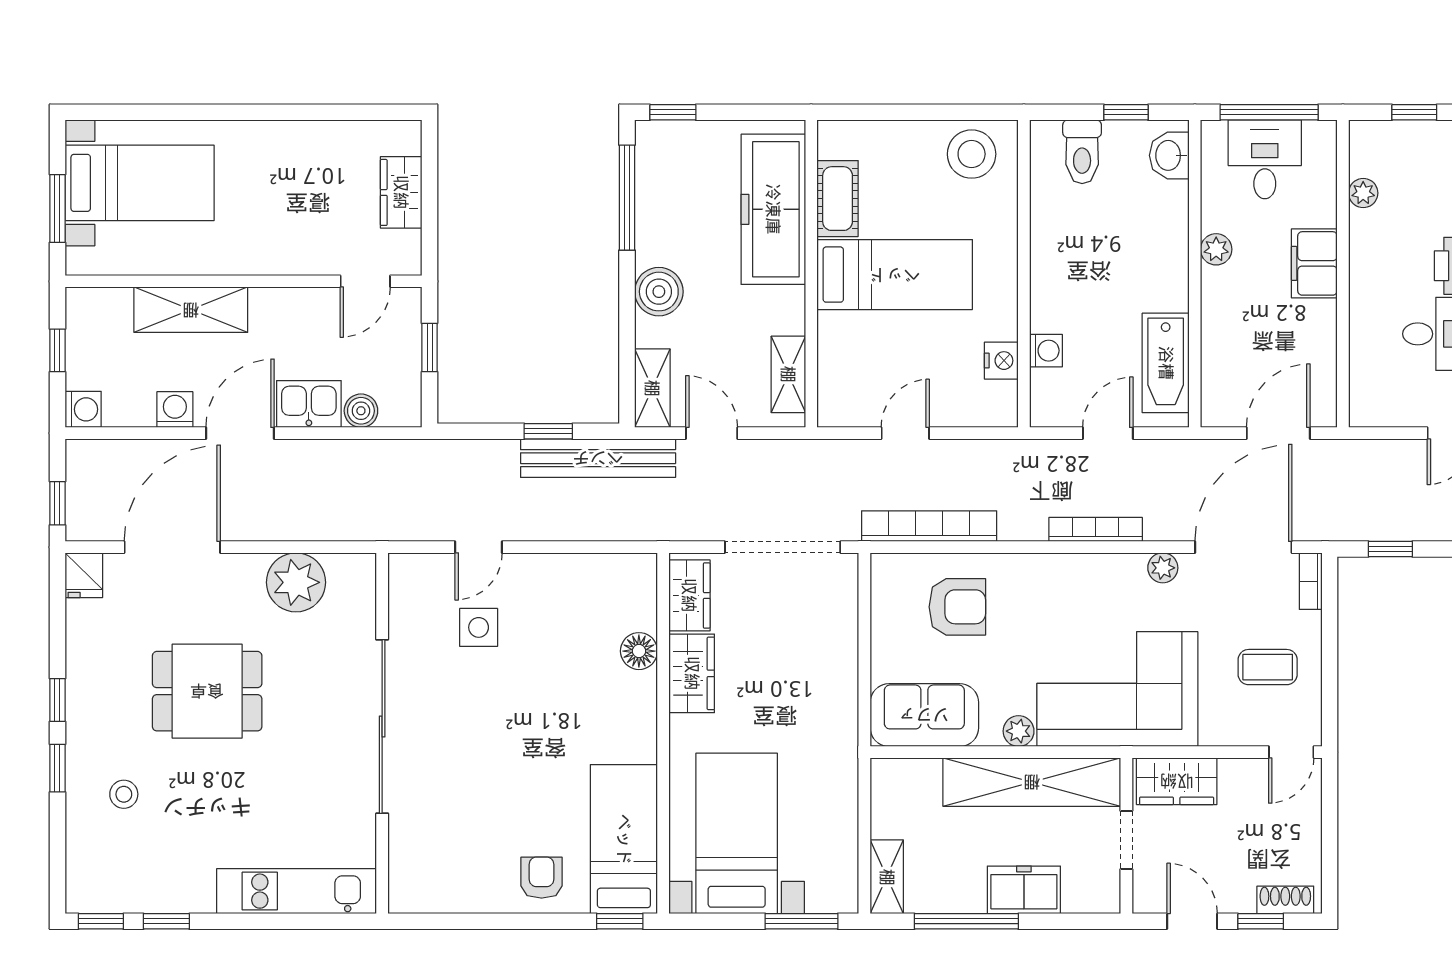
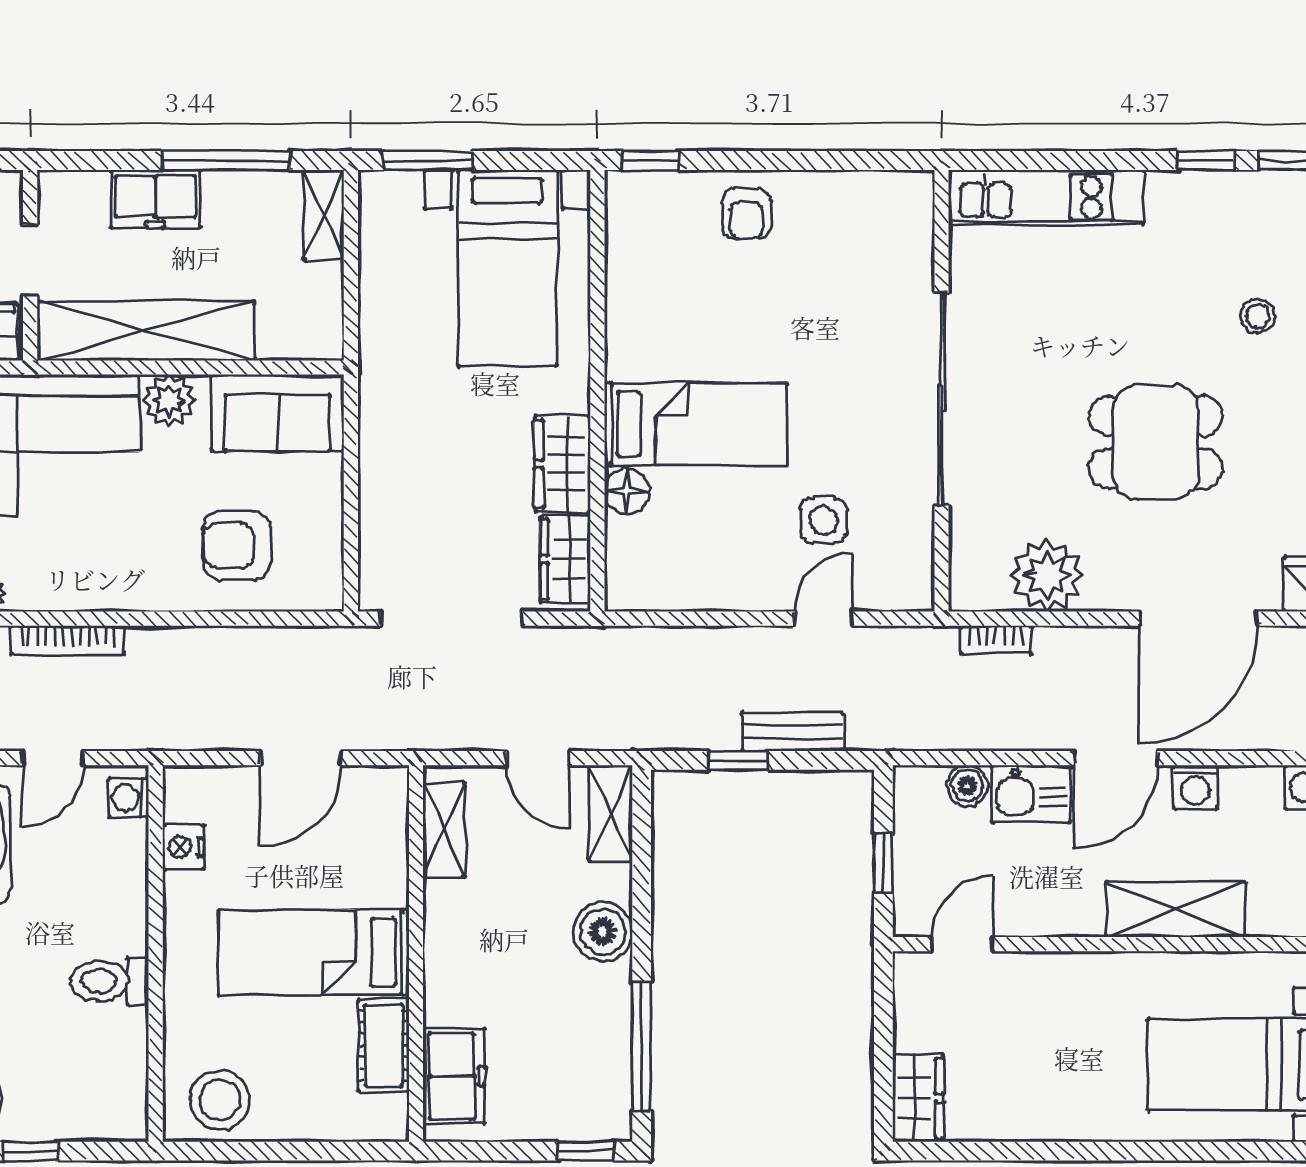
toilet: (1082, 152) -> (110, 981), moved, turned -90
wardrobe: (401, 192) -> (918, 1098), moved
freezer: (773, 209) -> (454, 1076), width x0.52, depth x0.79
washing machine: (1046, 351) -> (129, 798), moved
door: (905, 433) -> (301, 758), width x1.38
bench: (598, 458) -> (792, 732), moved, width x0.54, depth x0.82
bookcase: (929, 526) -> (996, 640), moved, width x0.43, depth x0.76
plant: (1019, 731) -> (169, 400), width x1.38, depth x1.38
bed: (624, 839) -> (696, 424), moved, turned -90

